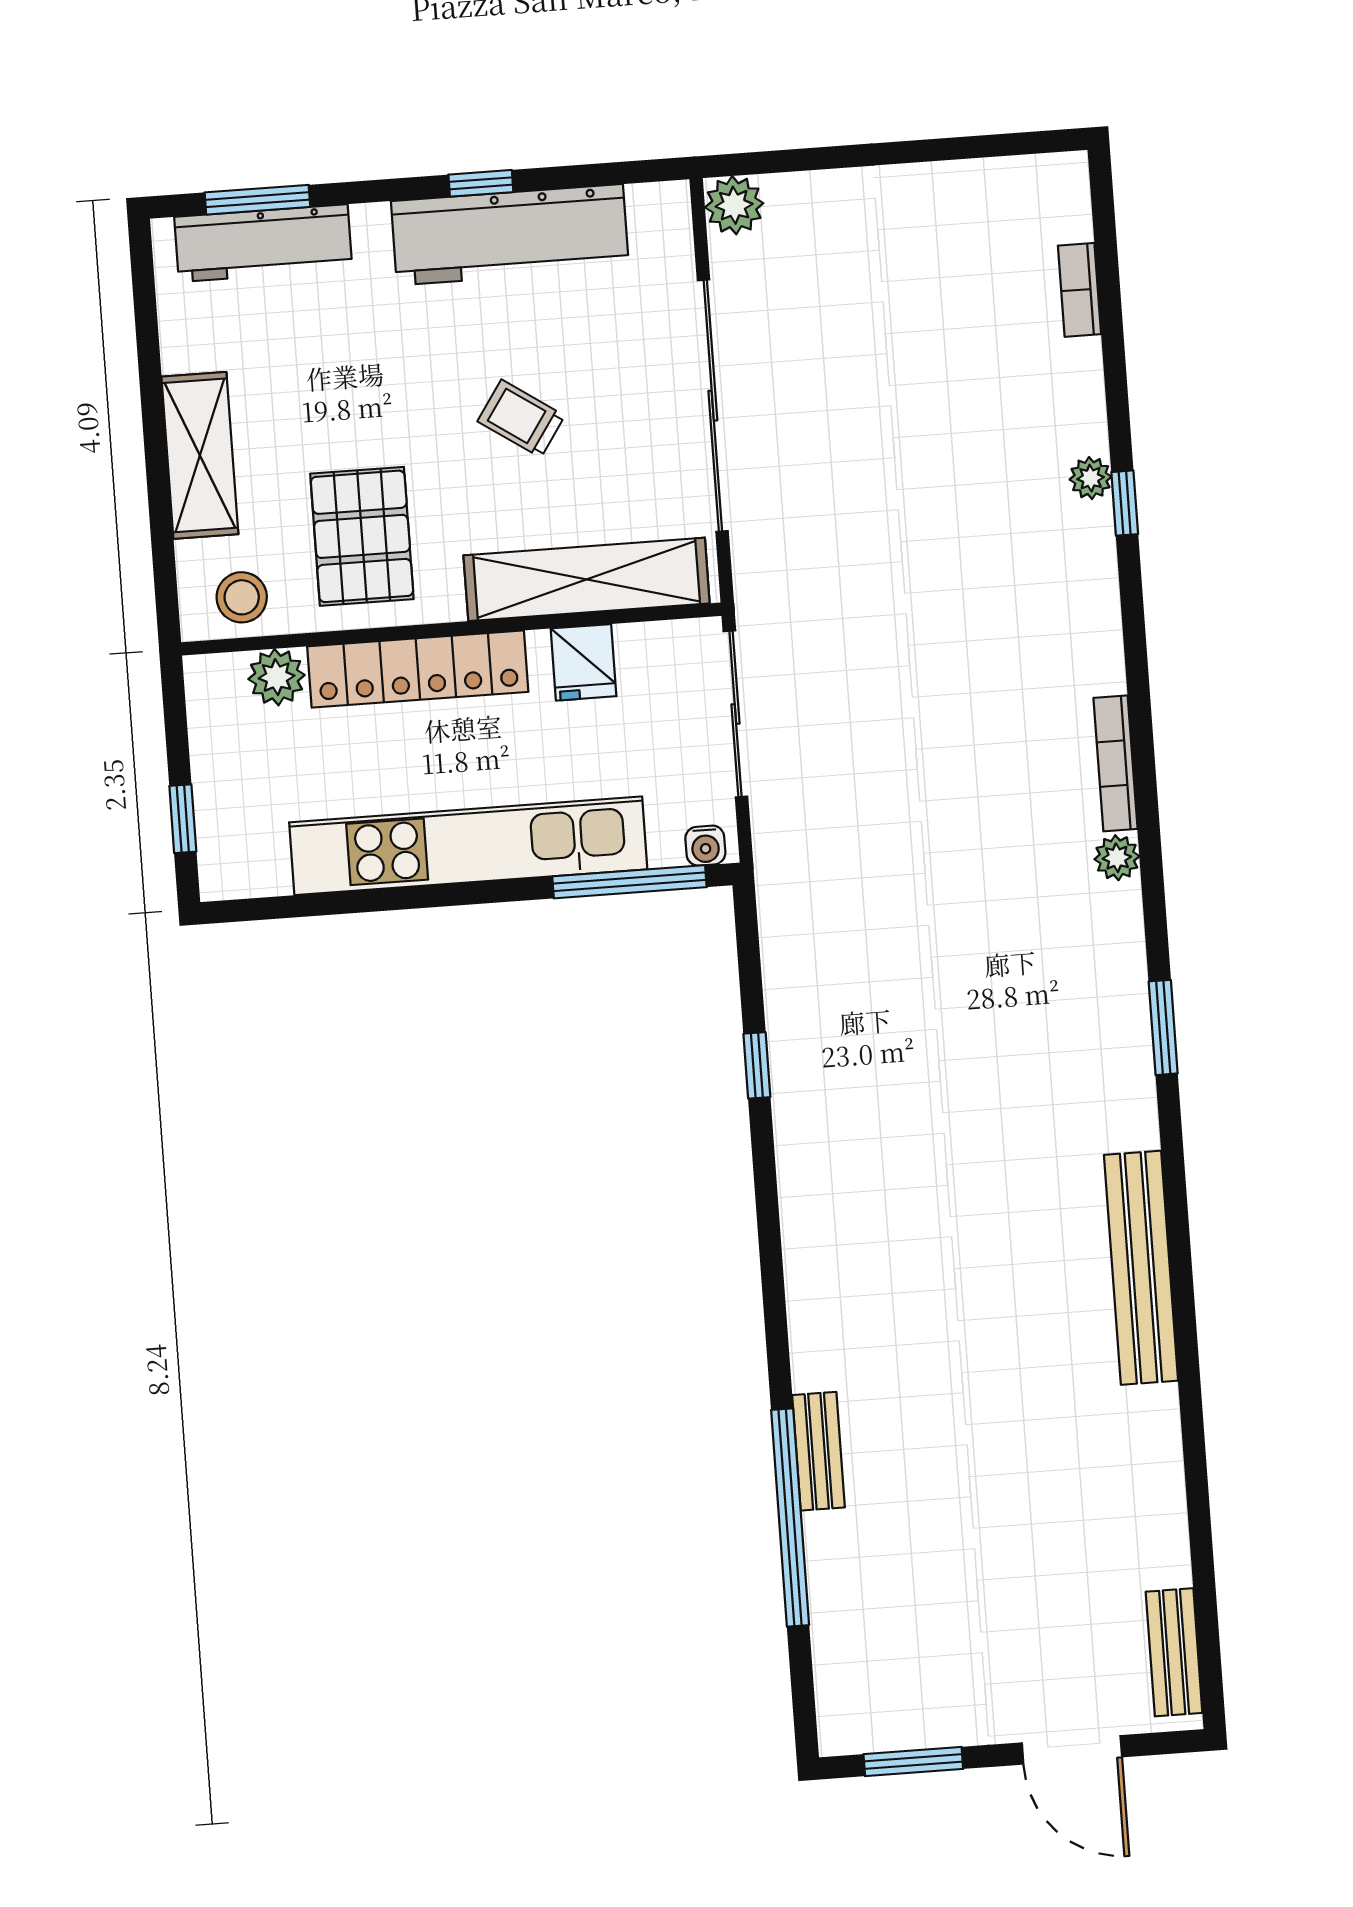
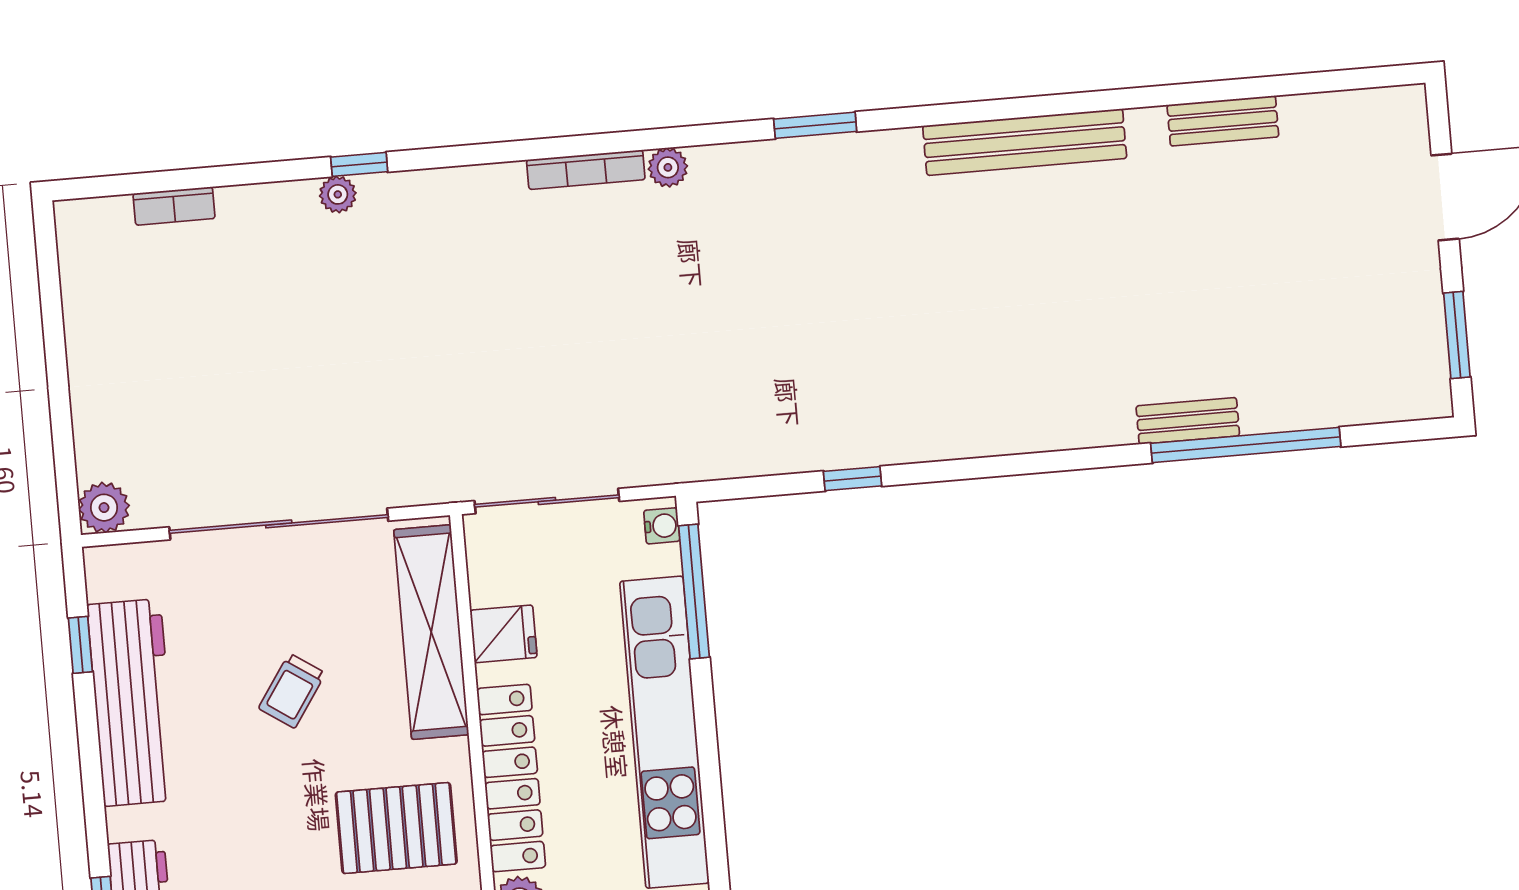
window: (481, 183) -> (80, 645), moved
bench: (1174, 1652) -> (1223, 121), moved

